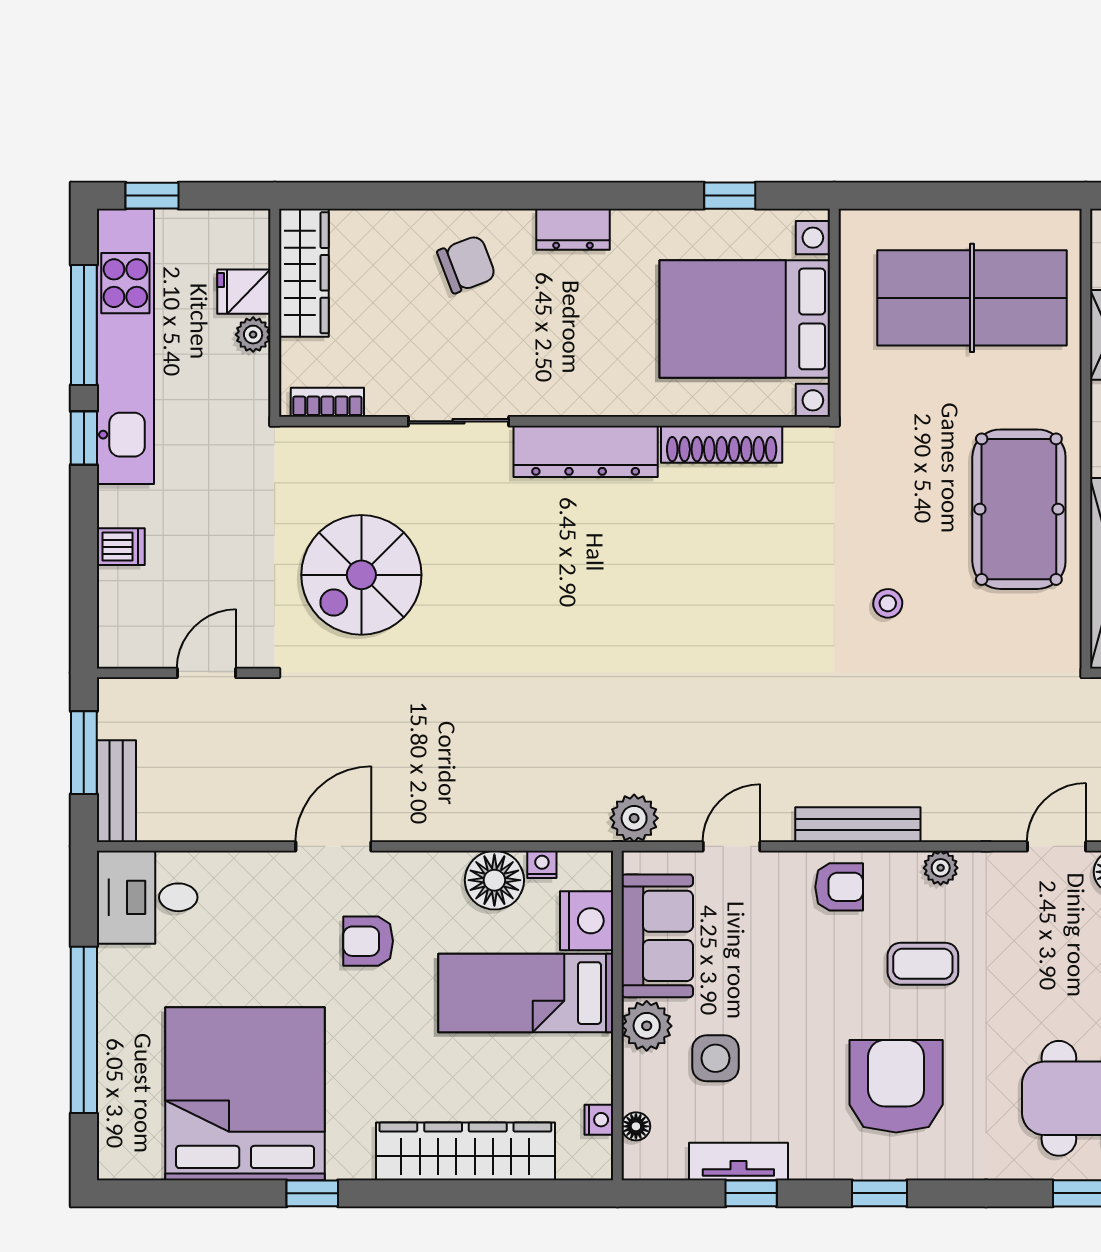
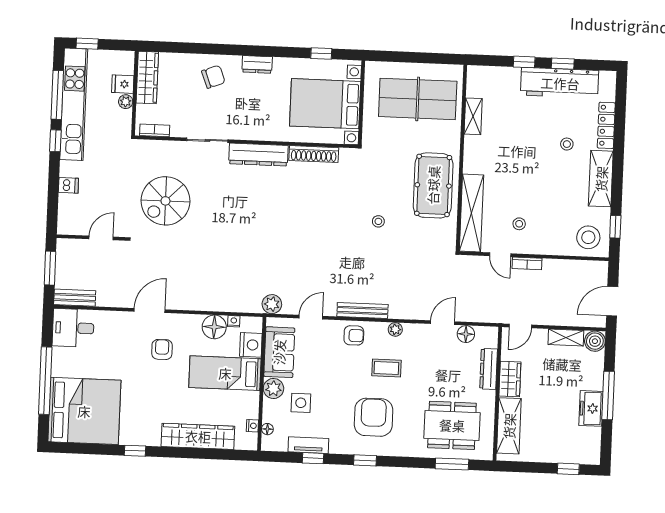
bench: (116, 791) -> (75, 298), moved, turned 90
armchair: (368, 941) -> (162, 349), turned 90
bed: (245, 1094) -> (84, 411), moved, turned 90

